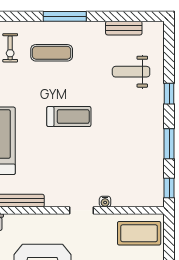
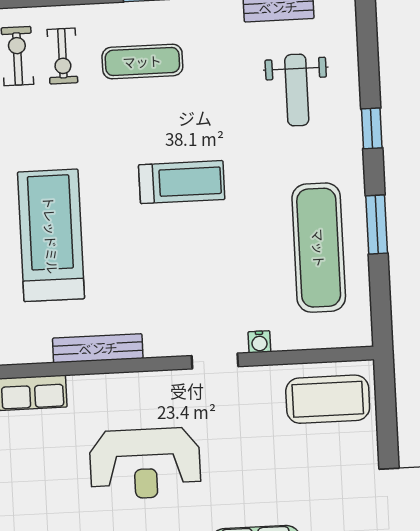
weight bench: (131, 72) -> (297, 90), turned -90
exercise mat: (138, 154) -> (319, 248), added
window: (169, 188) -> (381, 309), removed

